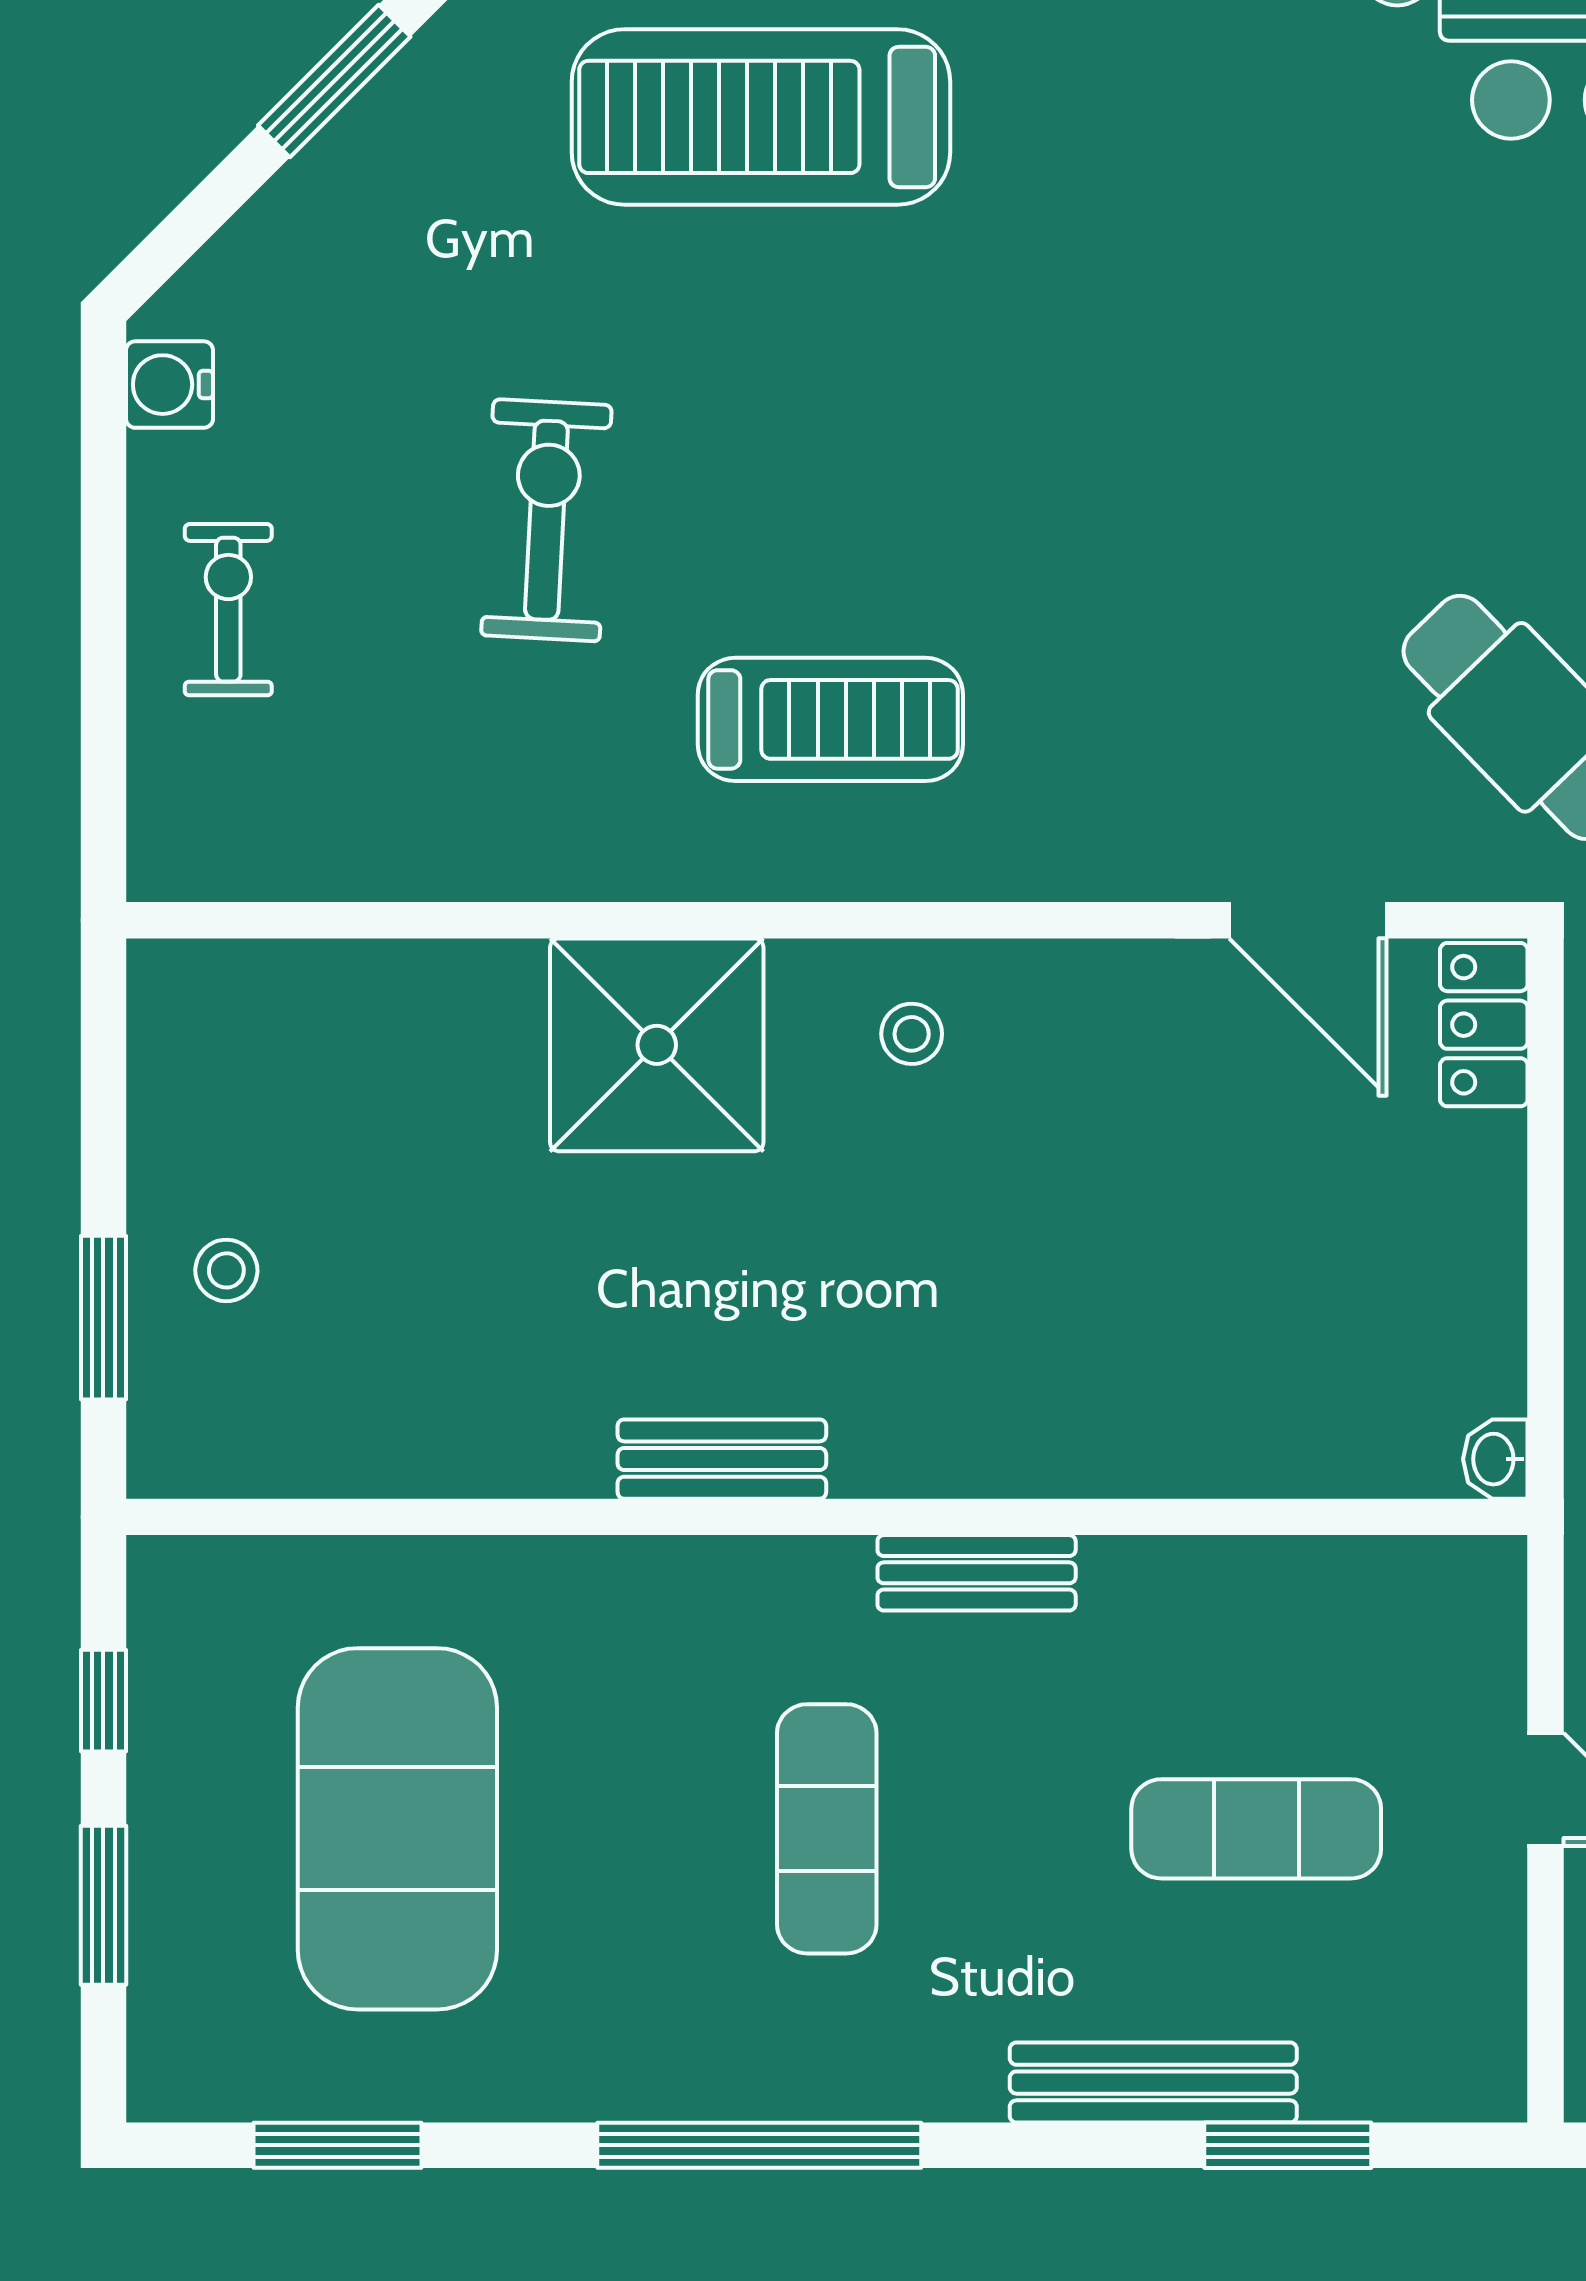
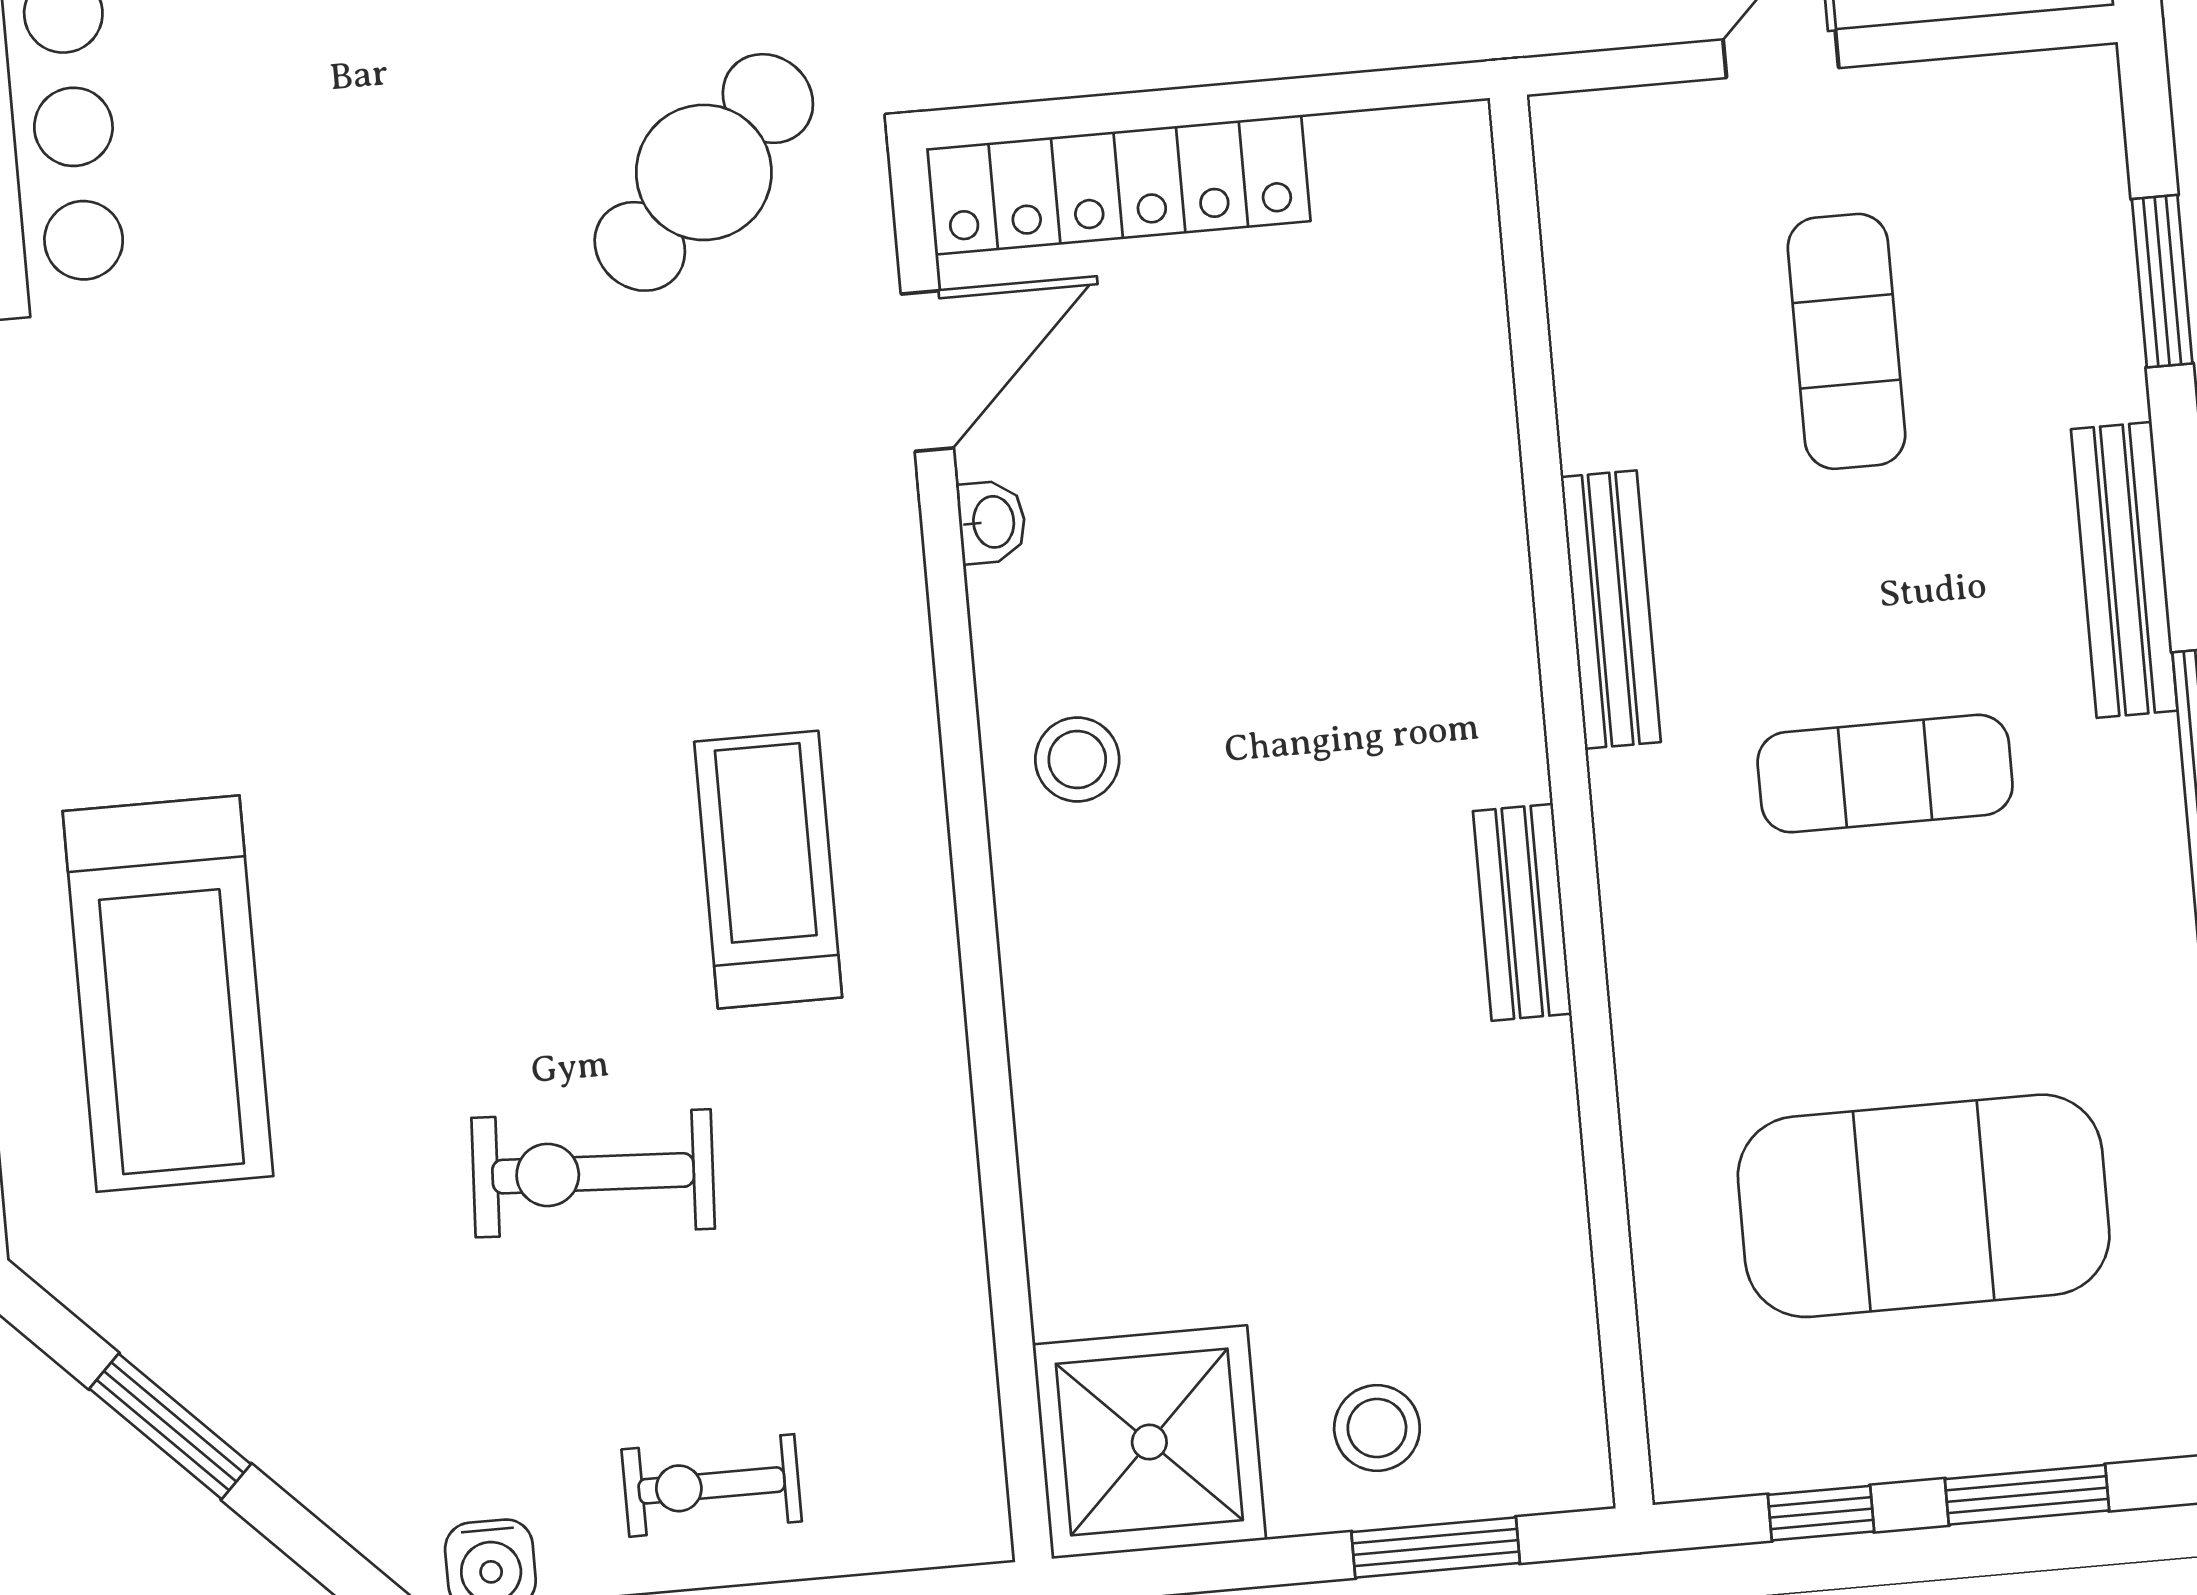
locker: (1484, 1025) -> (1118, 185), width x2.16, depth x1.21
stool: (912, 1034) -> (1077, 760), width x1.37, depth x1.37
shower: (657, 1045) -> (1149, 1442), moved
stool: (226, 1270) -> (1377, 1428), width x1.37, depth x1.37
washbasin: (1495, 1459) -> (992, 522), moved, turned -90
bench: (977, 1573) -> (1611, 610), width x1.36
bench: (1153, 2083) -> (2124, 570), moved

